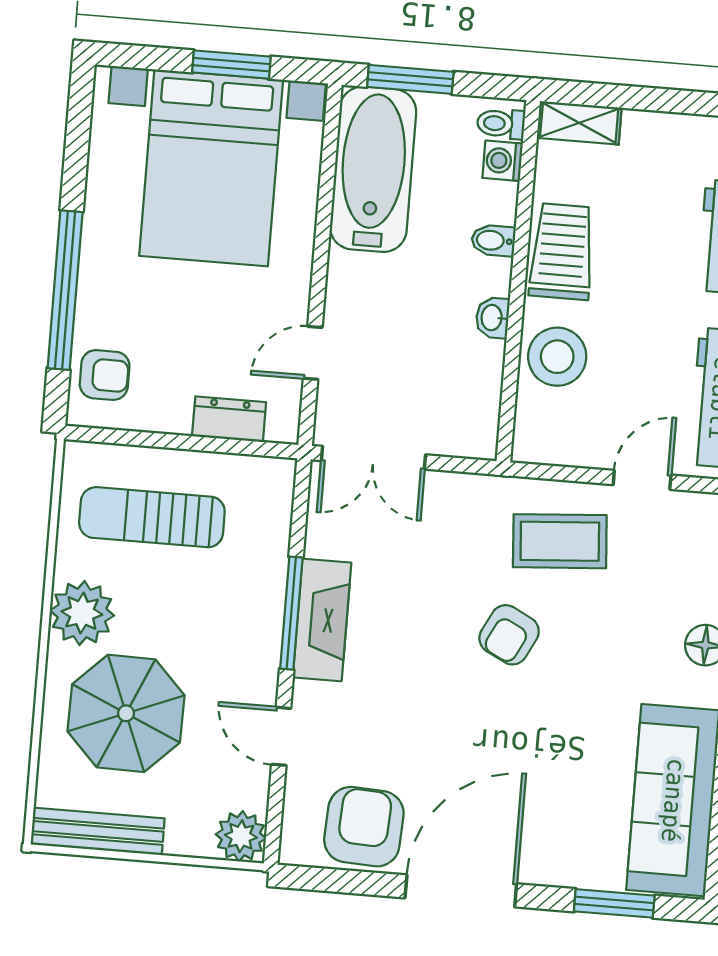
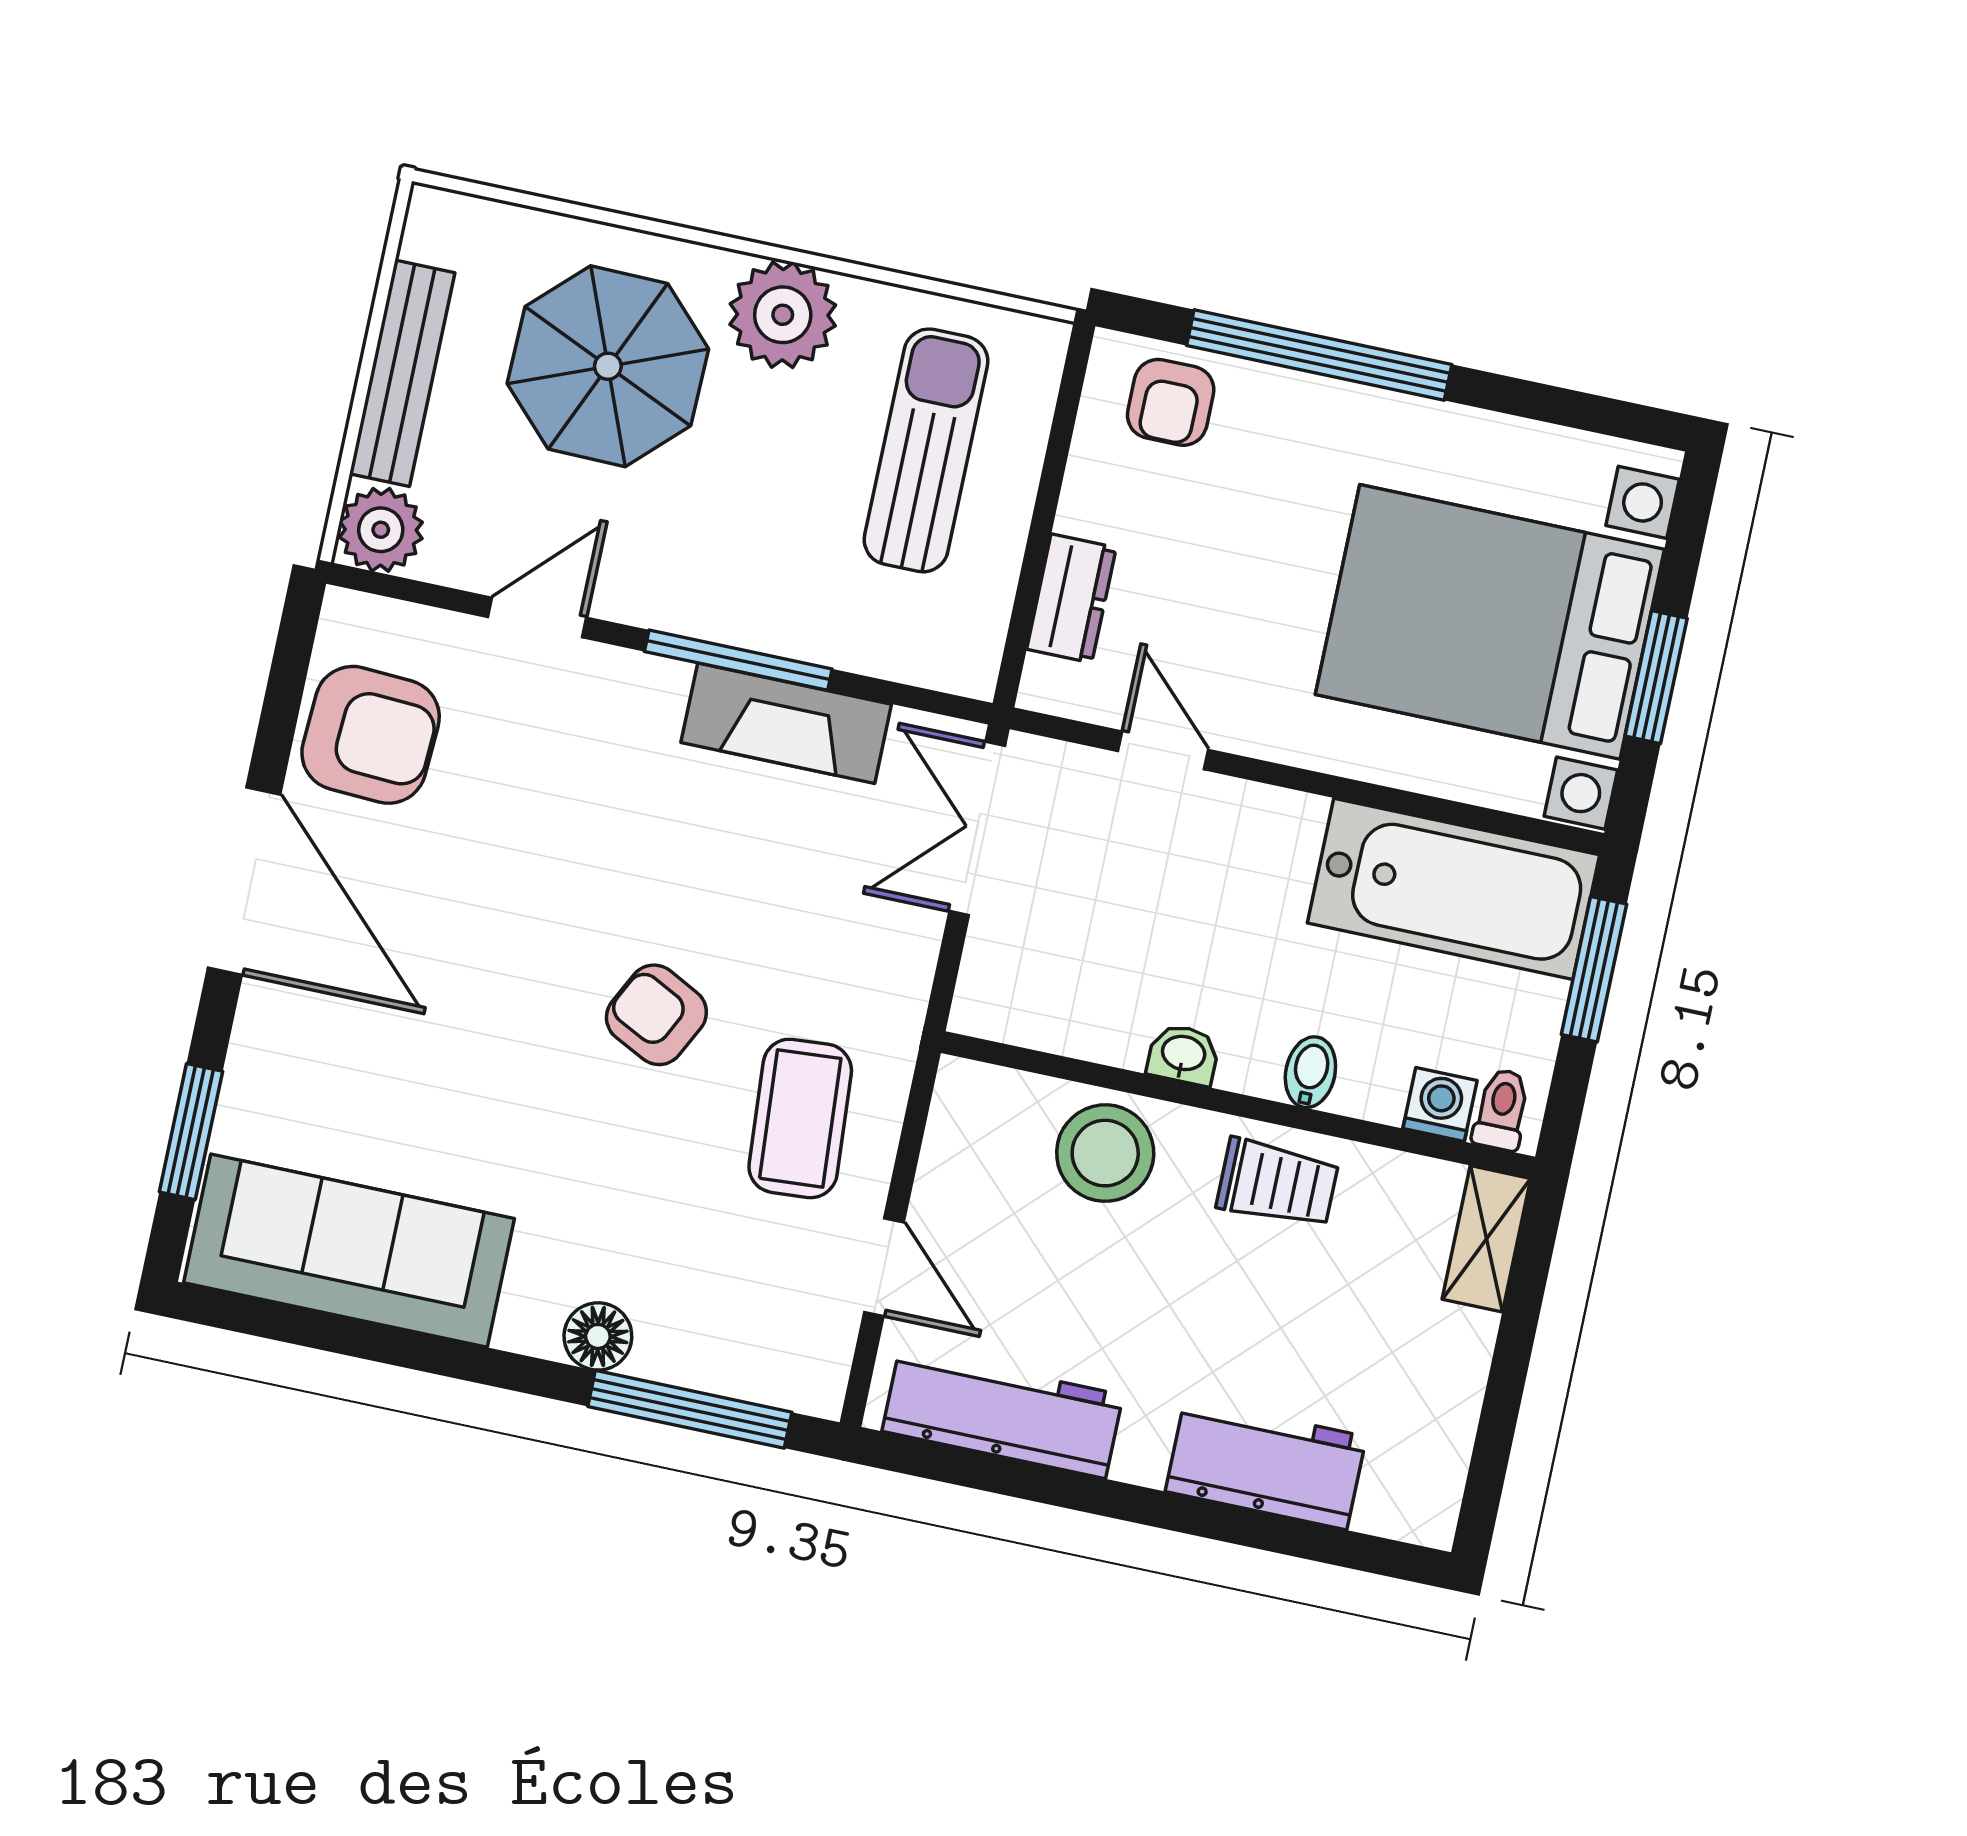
trolley: (562, 252) -> (1278, 1183), width x0.73, depth x0.72
fireplace: (322, 620) -> (786, 723), moved
bench: (98, 831) -> (402, 373), moved

